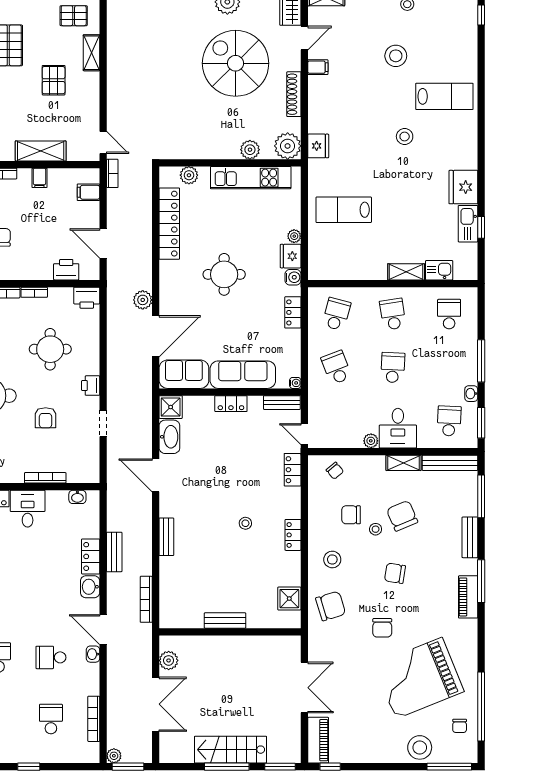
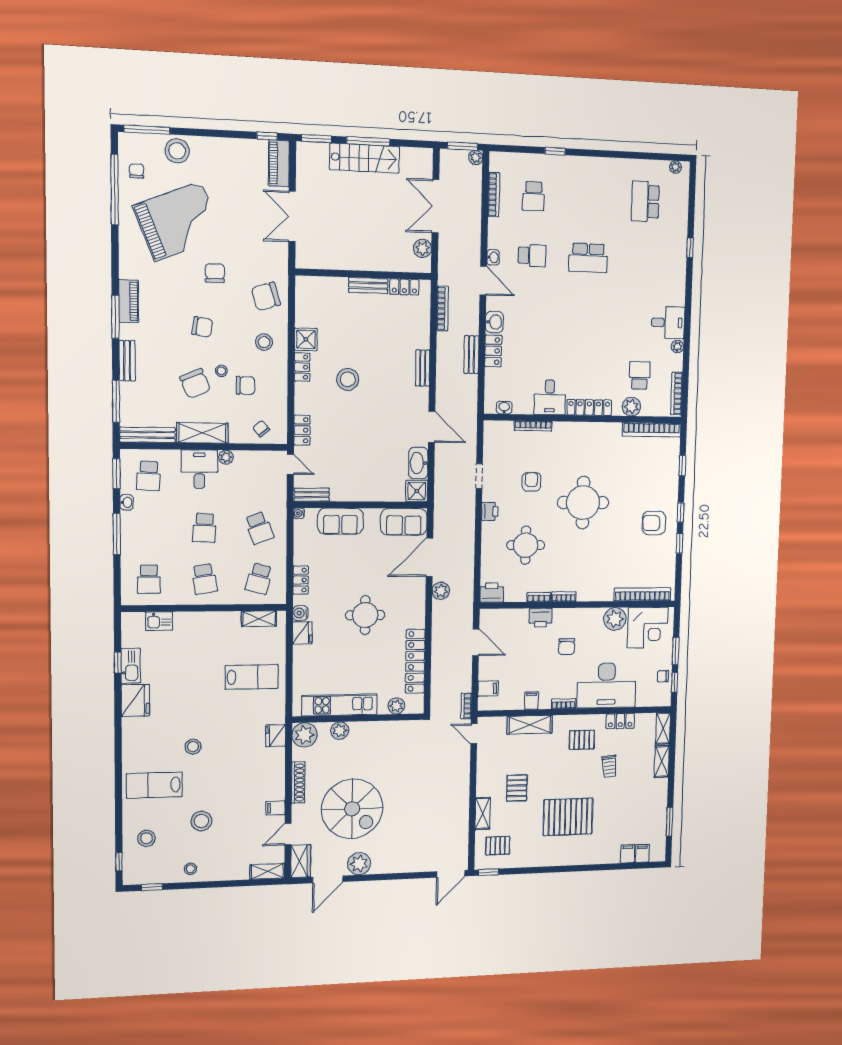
stool: (453, 39) -> (147, 838), added
plant: (294, 236) -> (299, 652), removed
printer: (66, 270) -> (541, 618), moved
shelving: (406, 272) -> (259, 619), moved
sofa: (243, 375) -> (340, 521), width x0.73
locker: (231, 404) -> (404, 287), moved, turned 180
shelving: (404, 463) -> (202, 433), width x1.50, depth x1.33
stool: (245, 523) -> (348, 379), width x1.89, depth x1.89
shower: (289, 599) -> (306, 339), moved

